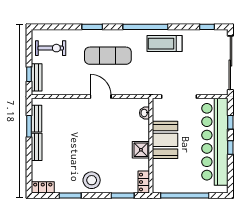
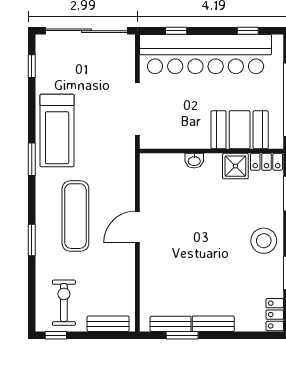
window: (145, 27) -> (32, 159), width x0.47
treadmill: (164, 44) -> (57, 130), width x1.37, depth x1.38
window: (29, 74) -> (56, 335), moved
washbasin: (145, 113) -> (194, 161), moved
booth: (165, 140) -> (240, 130), moved
window: (230, 147) -> (248, 31), moved
shower: (141, 150) -> (235, 166), moved

